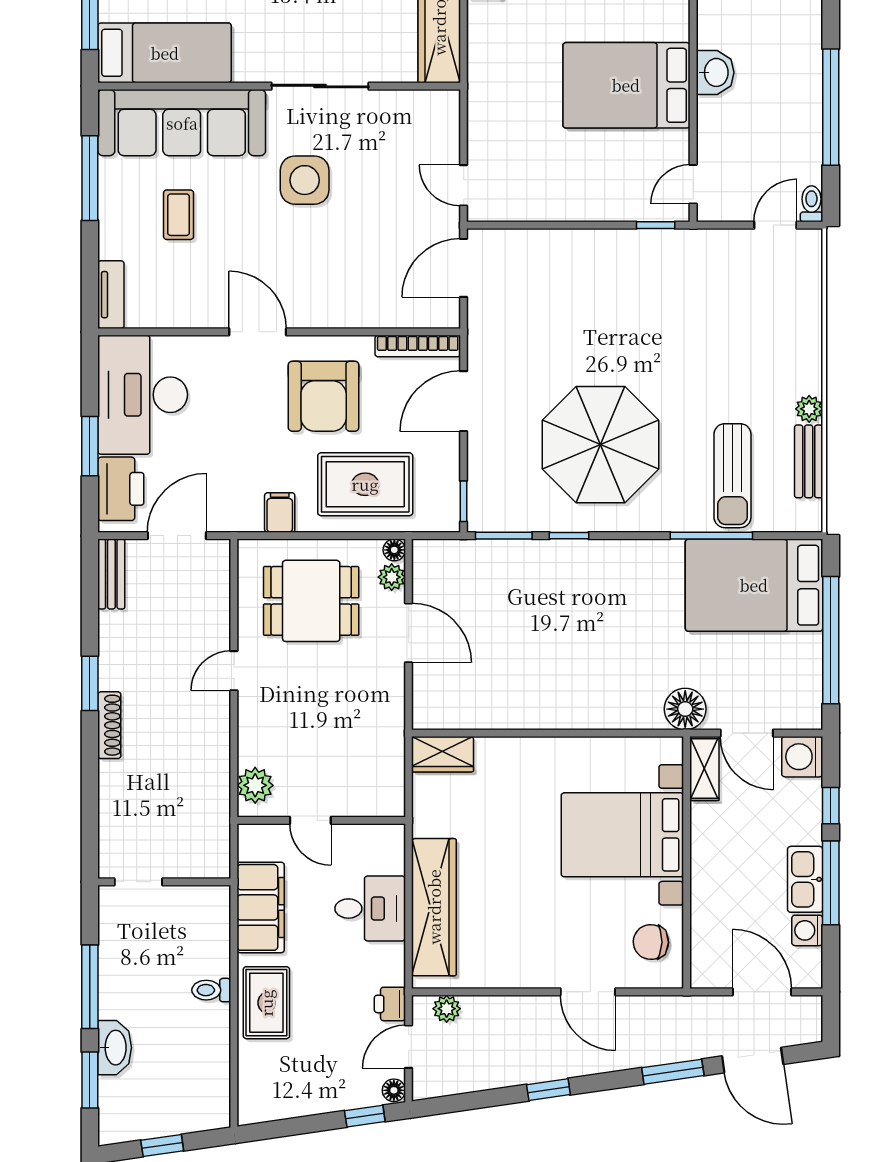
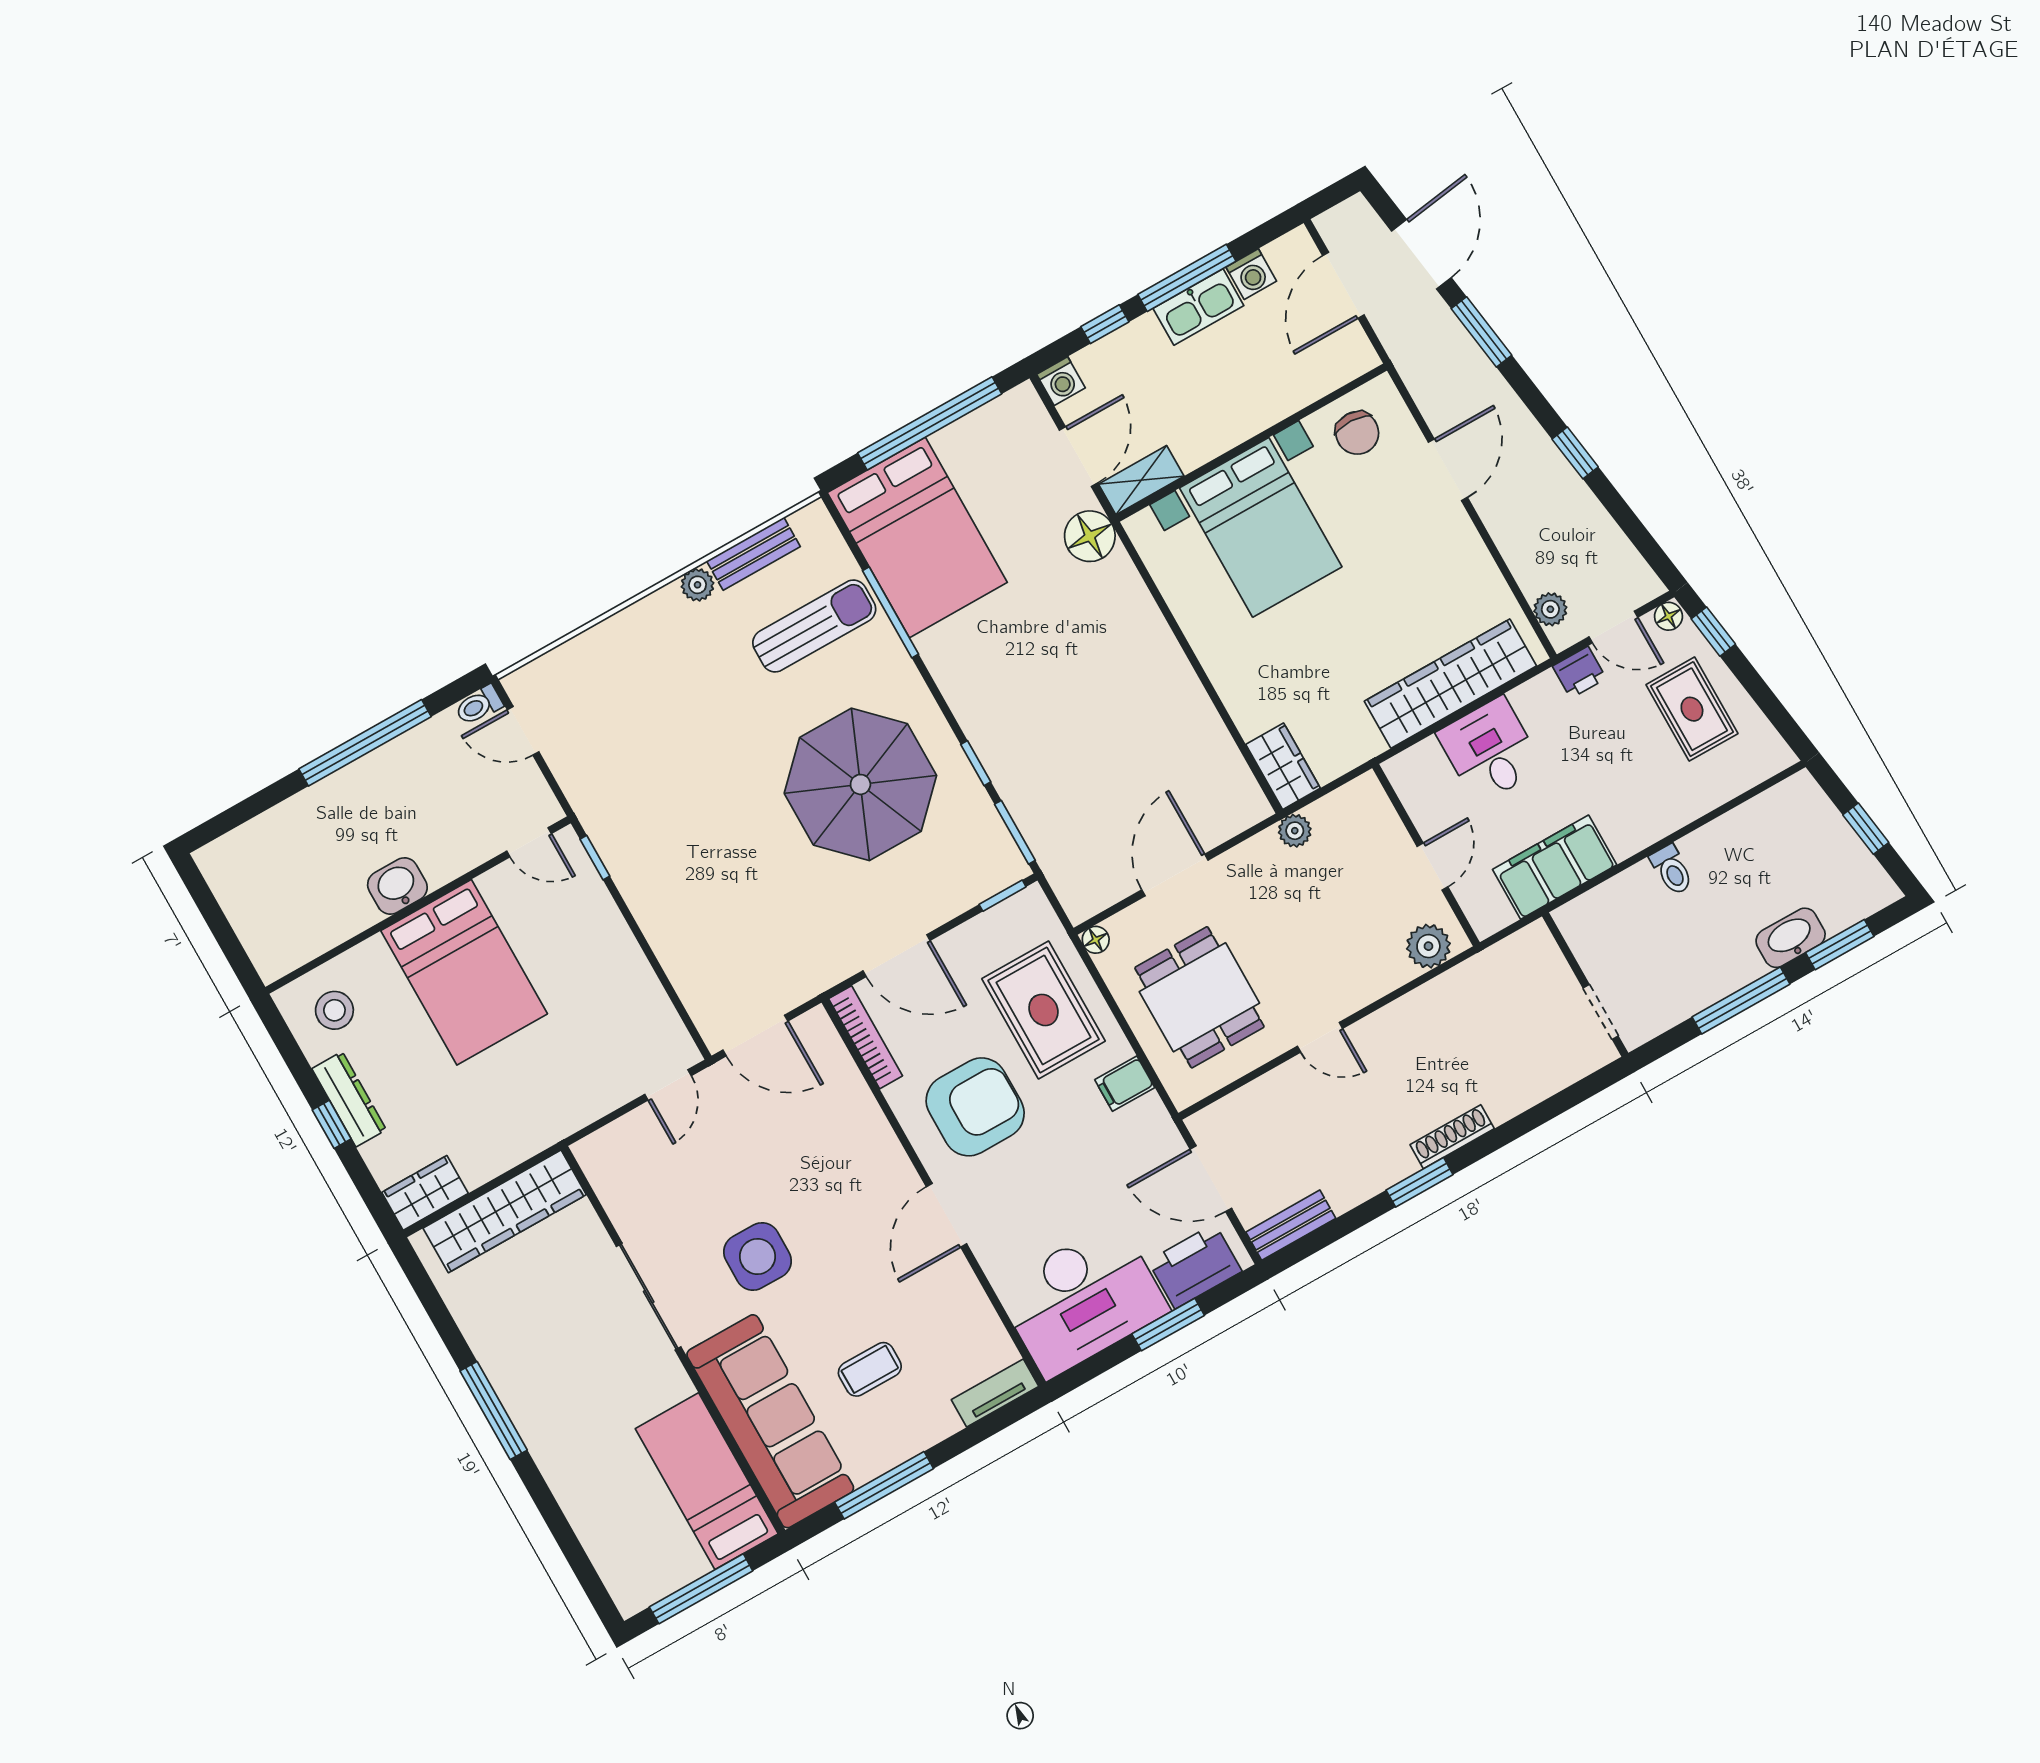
plant: (392, 577) -> (1295, 831), moved
washing machine: (802, 757) -> (1061, 381), width x0.73, depth x0.73
rug: (266, 1003) -> (1692, 709), moved, turned 90

